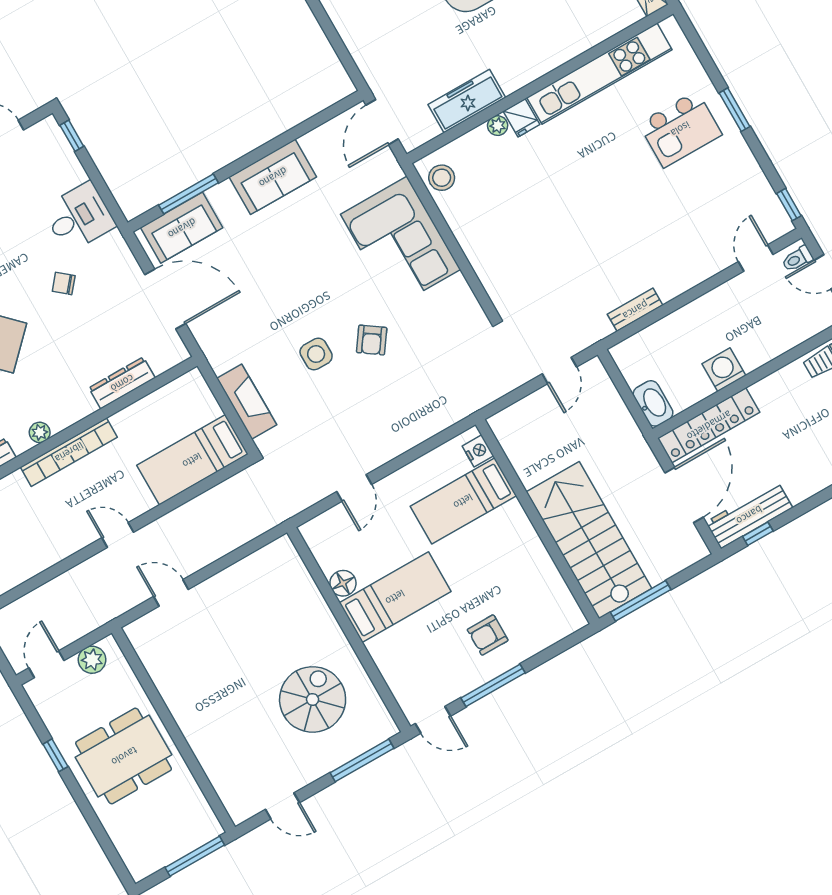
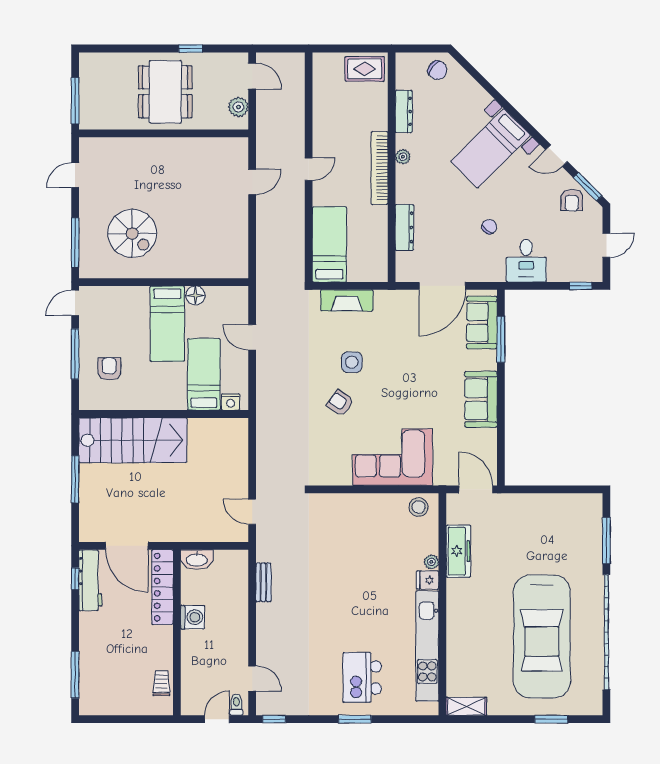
nightstand: (478, 451) -> (231, 402), moved
bed: (463, 501) -> (204, 374), moved
wall: (537, 522) -> (164, 414), moved
stairs: (589, 540) -> (133, 440), moved

